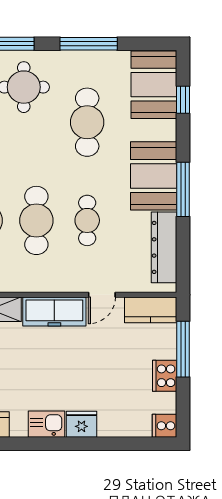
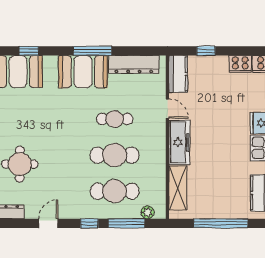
cafe table: (87, 122) -> (45, 119), removed
window: (183, 349) -> (206, 51), width x0.46
cooker: (165, 376) -> (240, 64), moved

